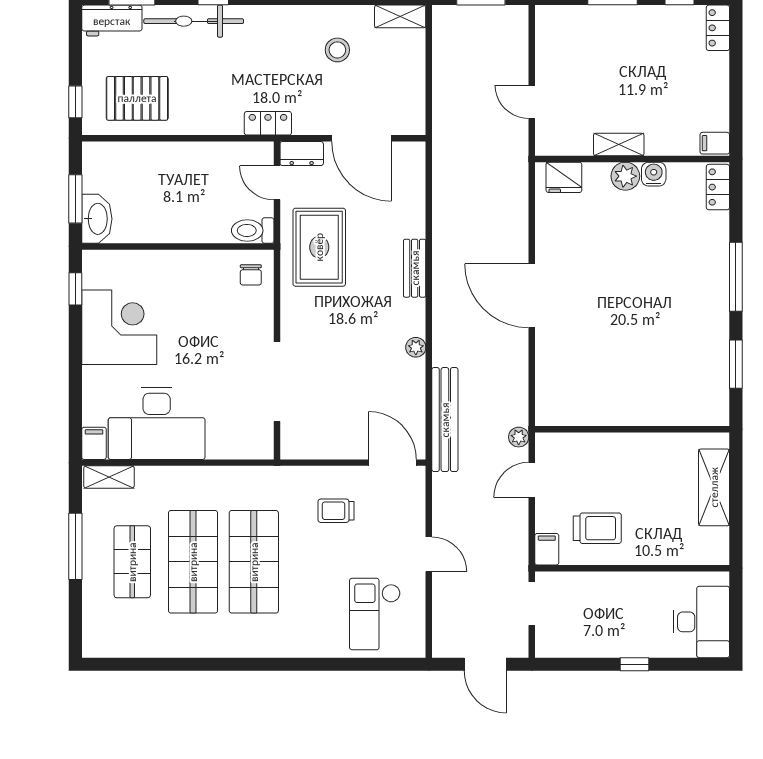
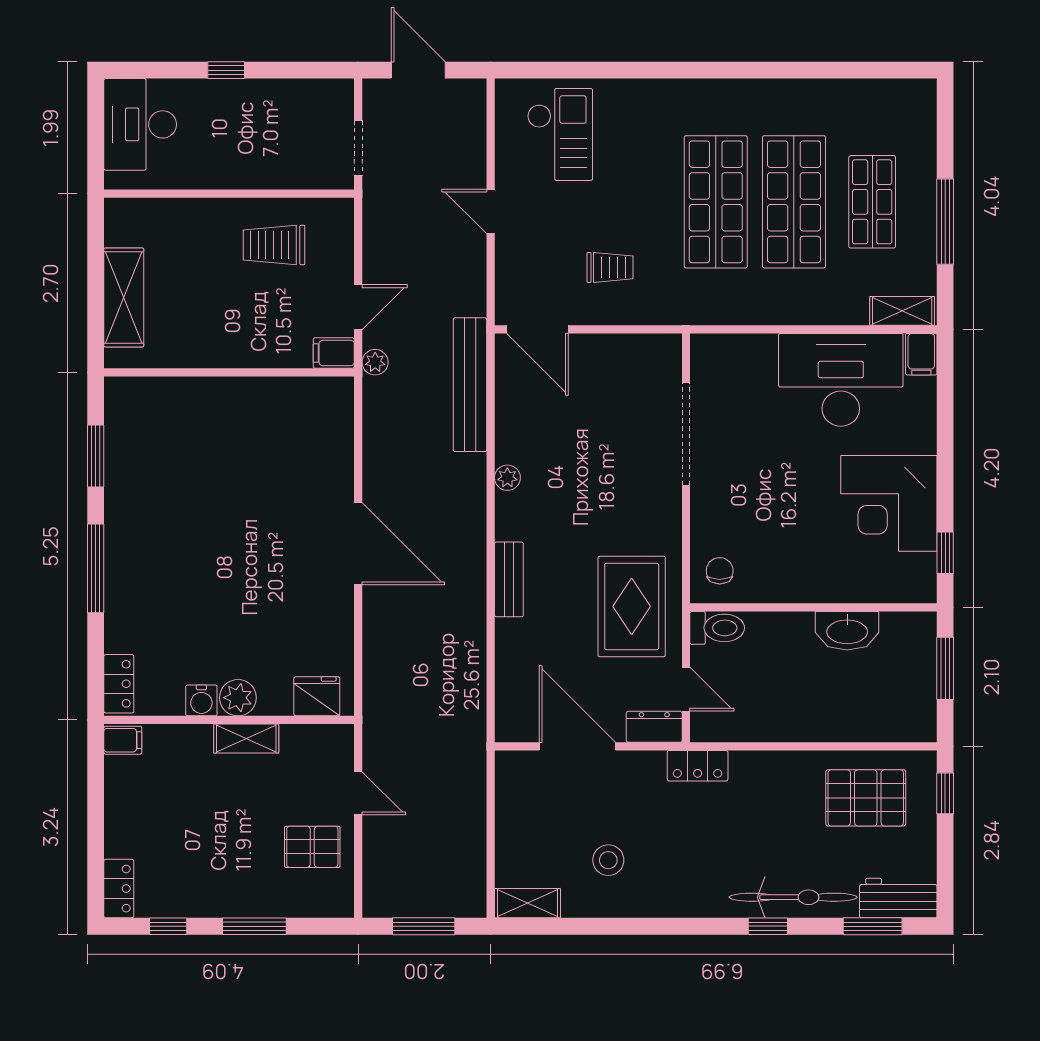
pallet: (568, 60) -> (312, 847), added
washbasin: (97, 219) -> (847, 631), moved, turned -90
filing cabinet: (547, 549) -> (334, 353), moved, turned 90

